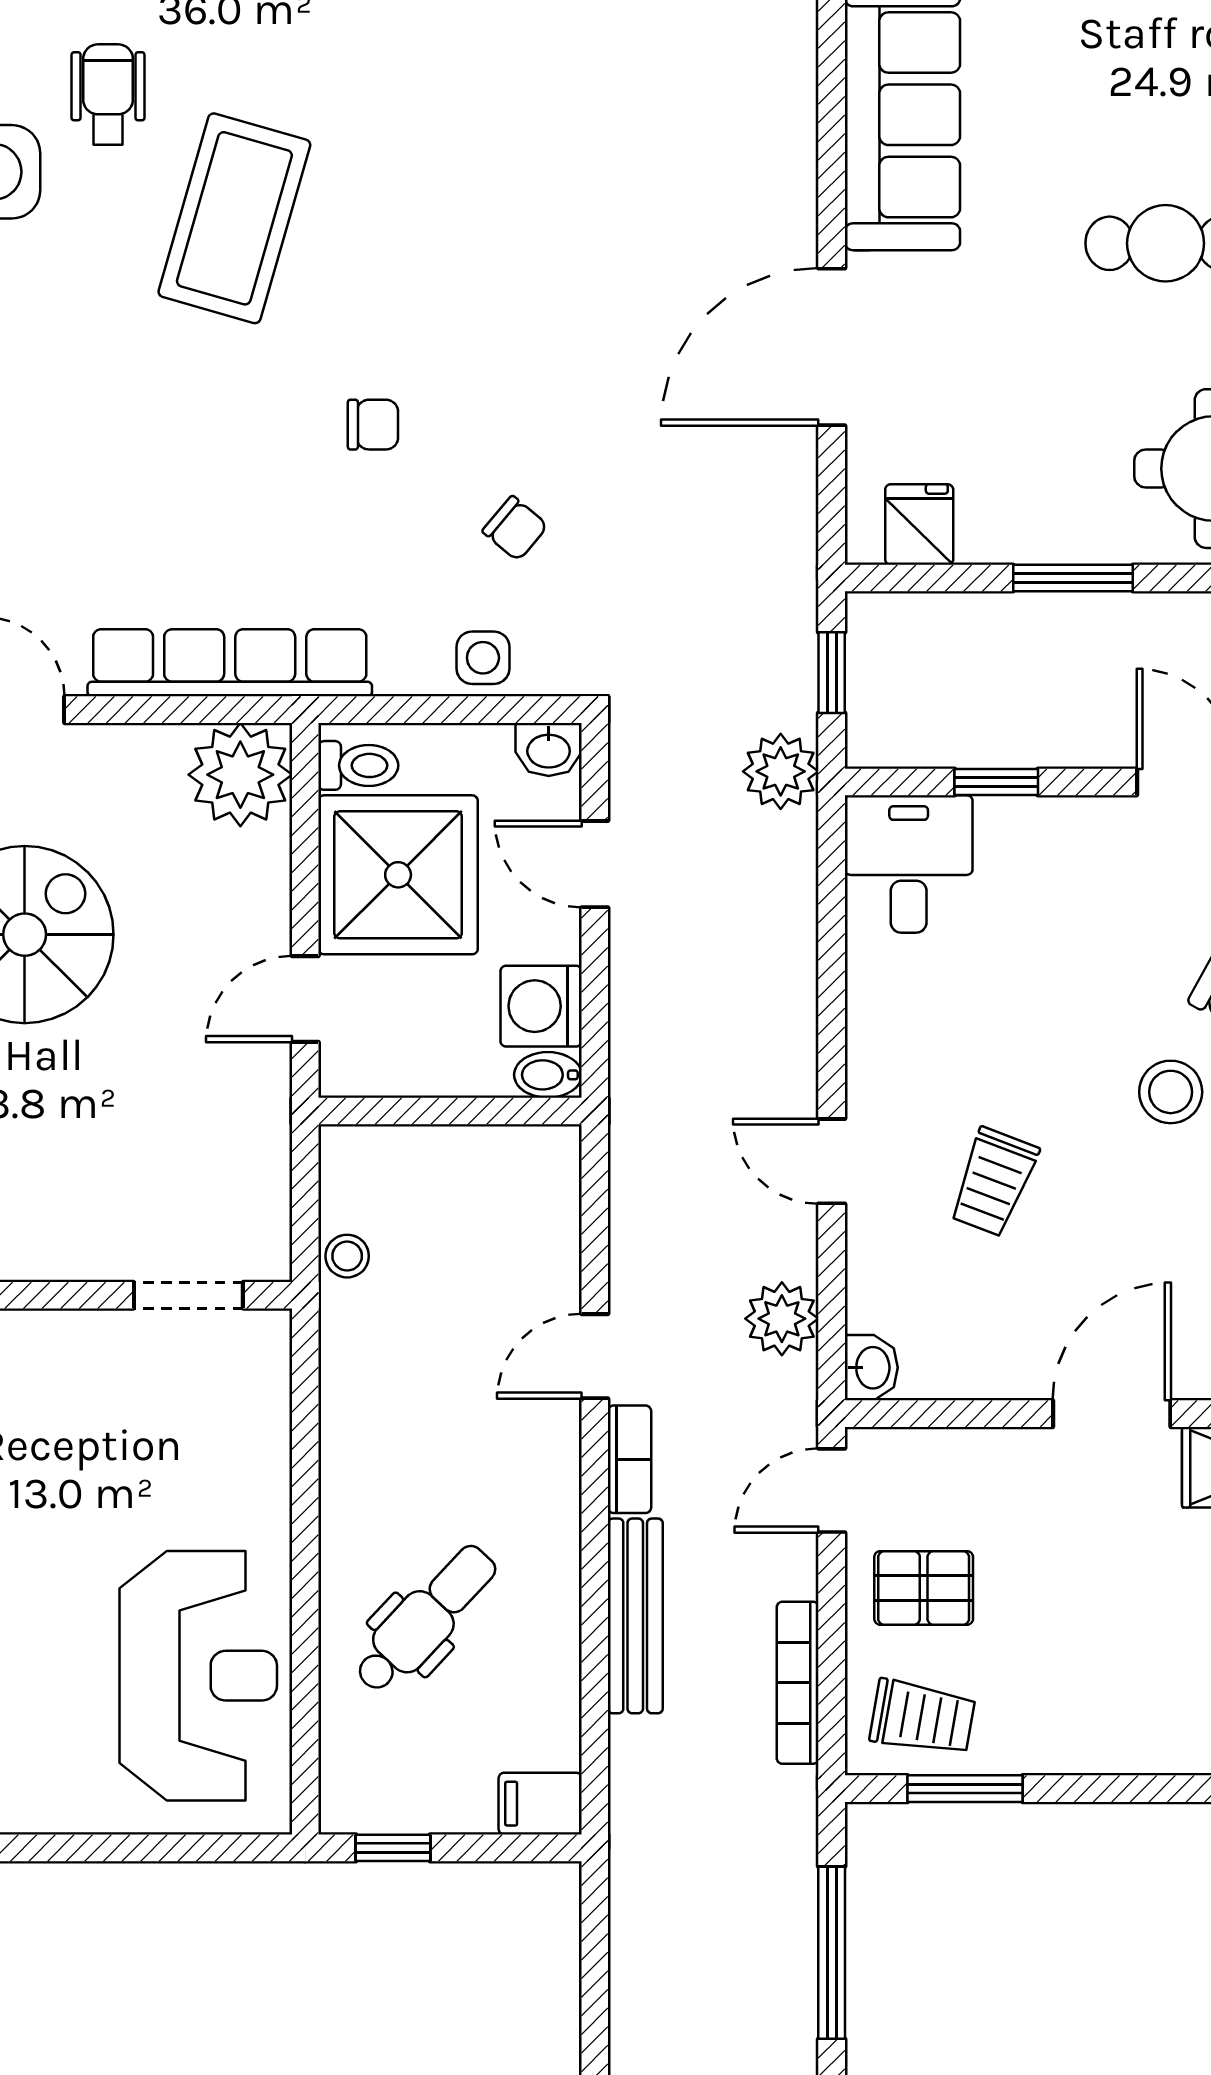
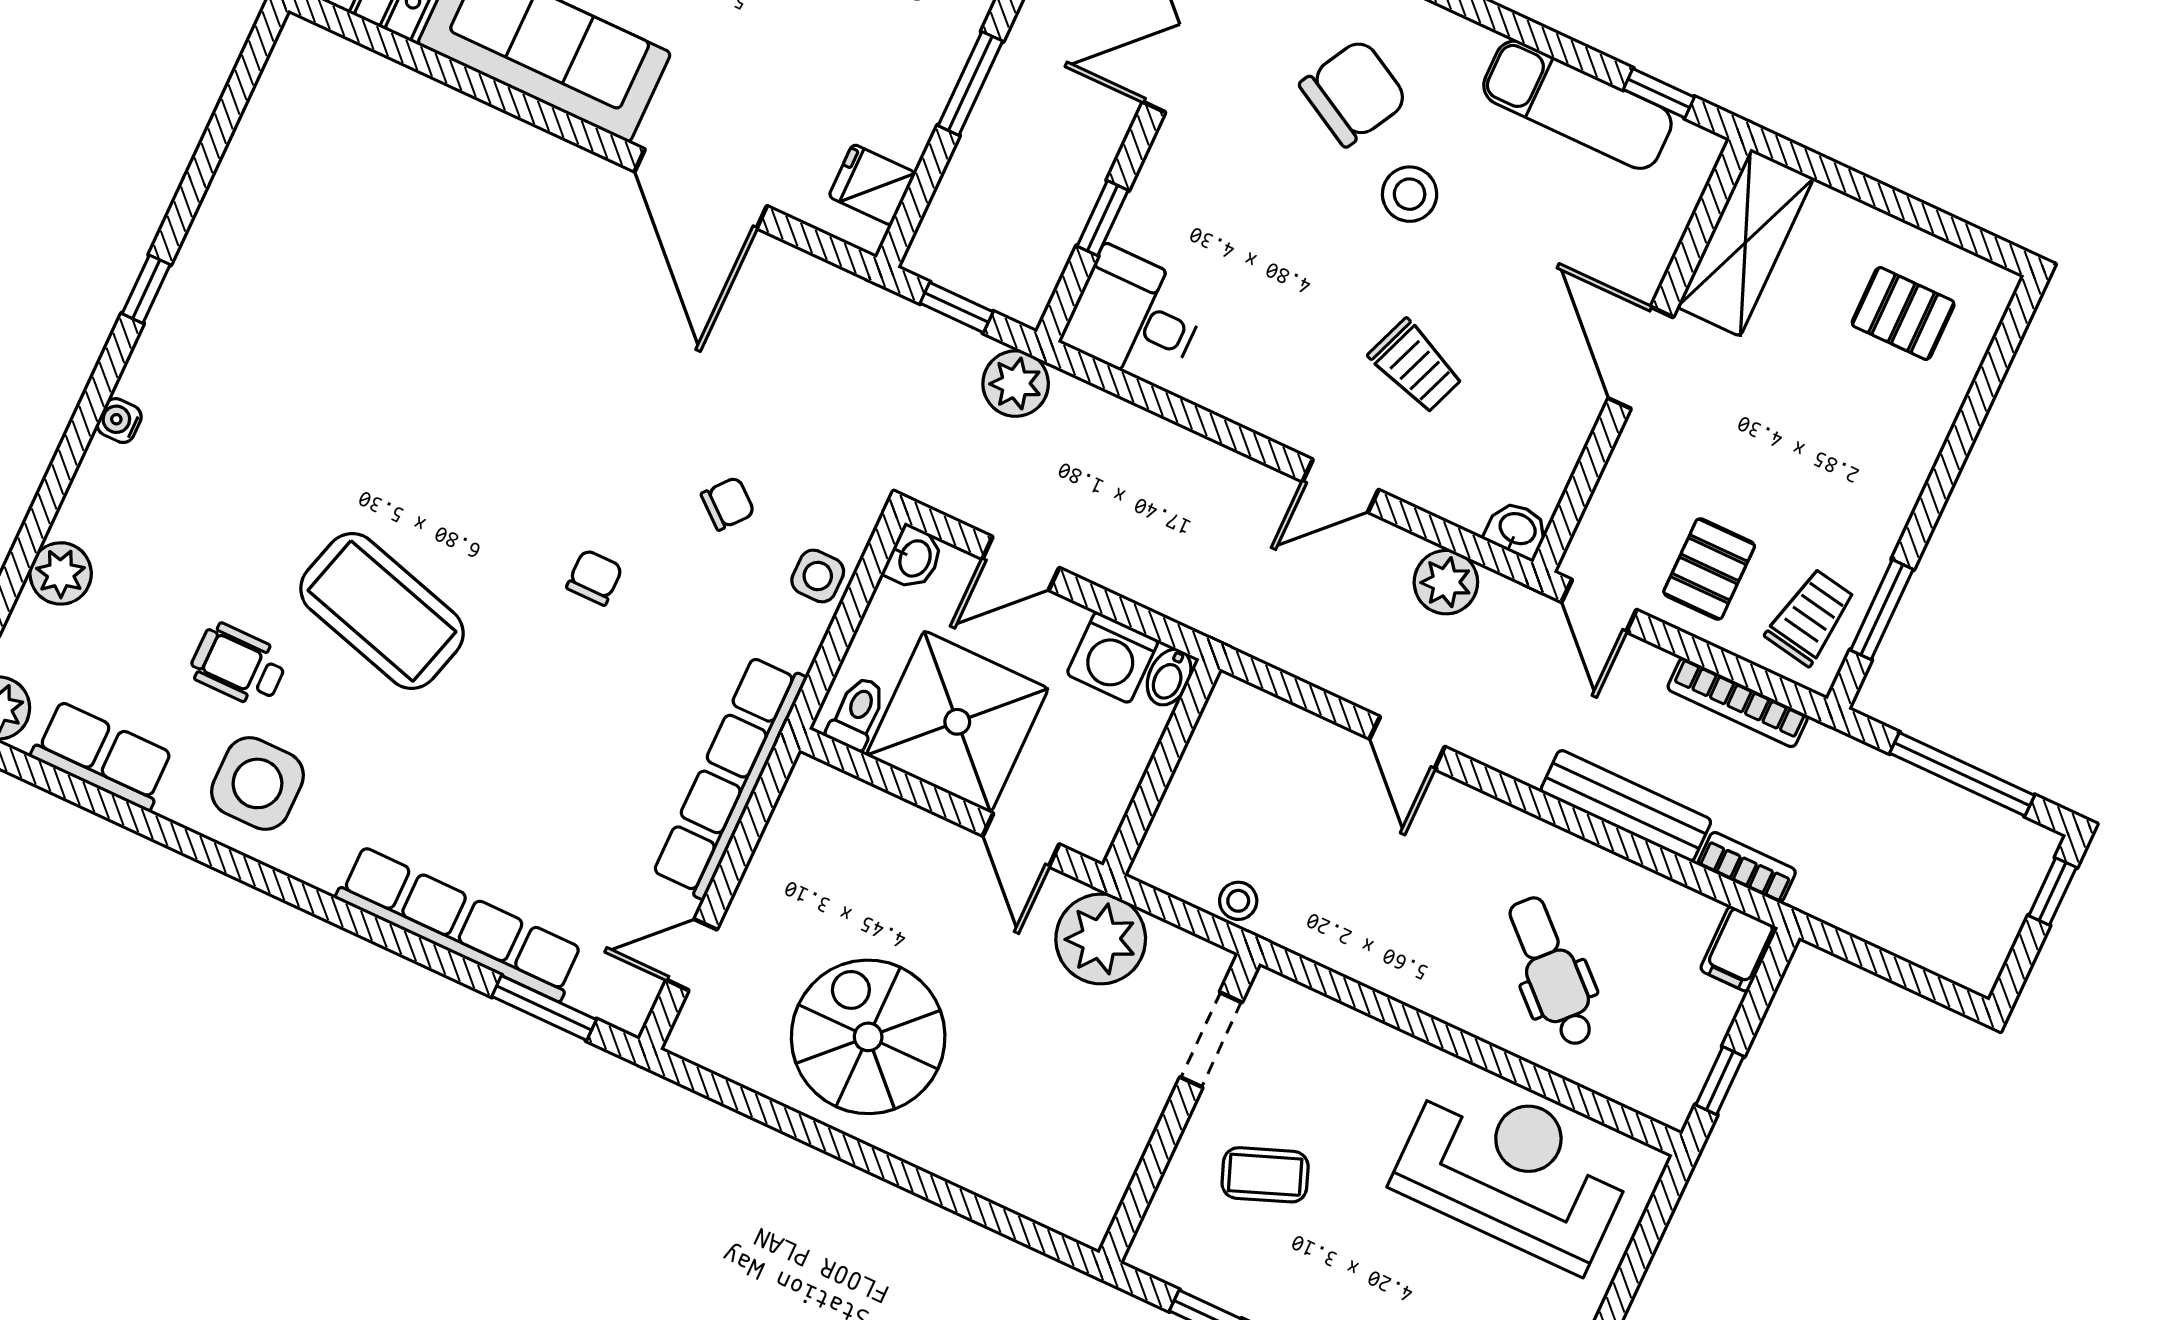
plant: (240, 775) -> (1101, 939), moved
coffee table: (73, 1417) -> (1265, 1175), added
bookcase: (630, 1459) -> (1747, 867), moved

